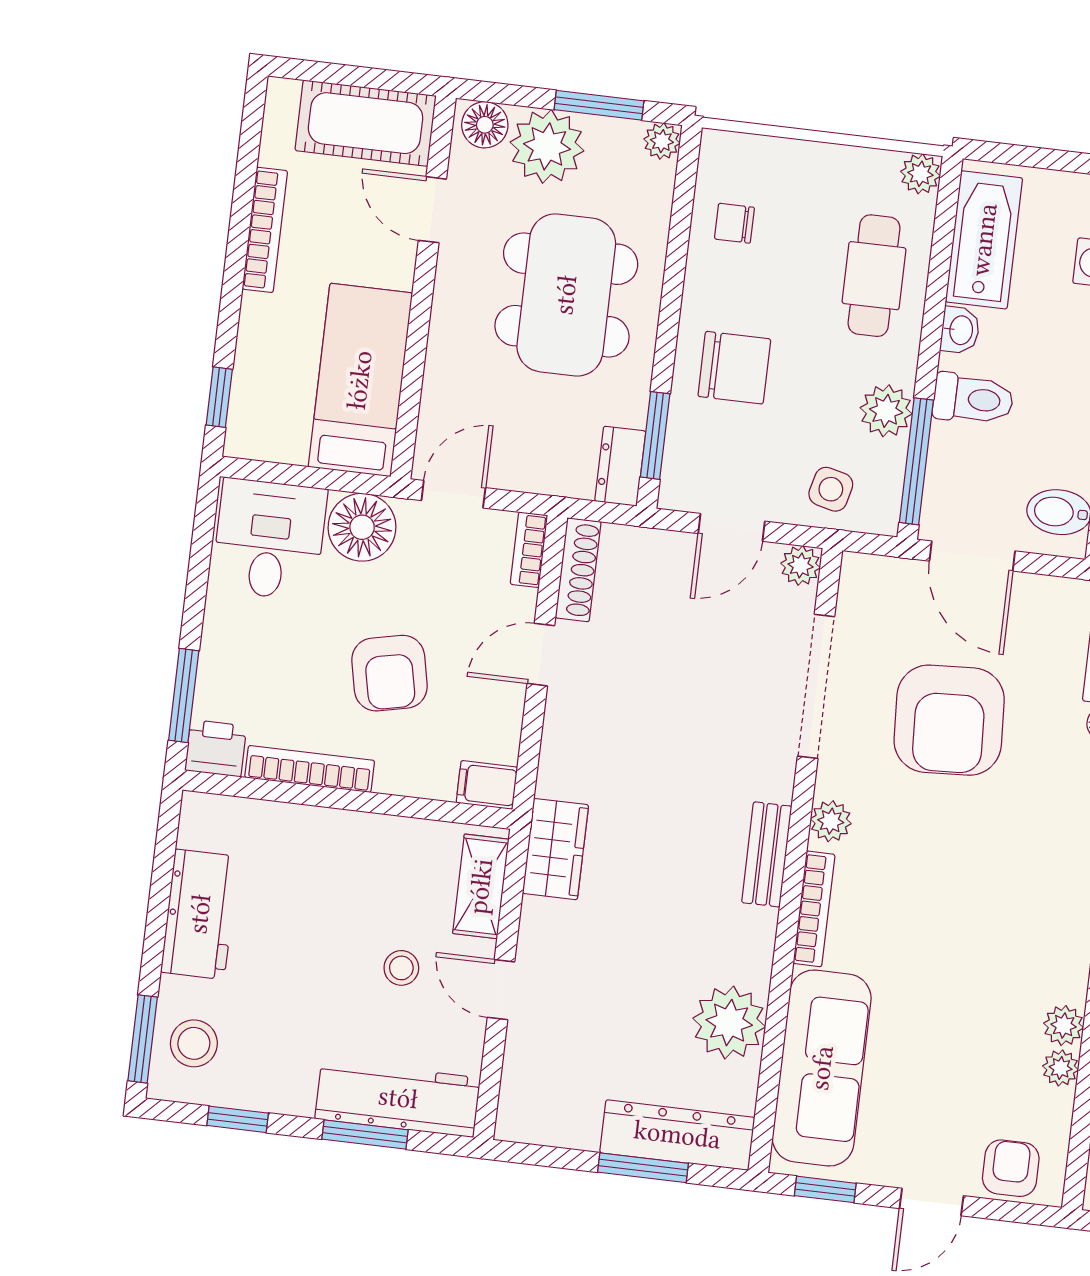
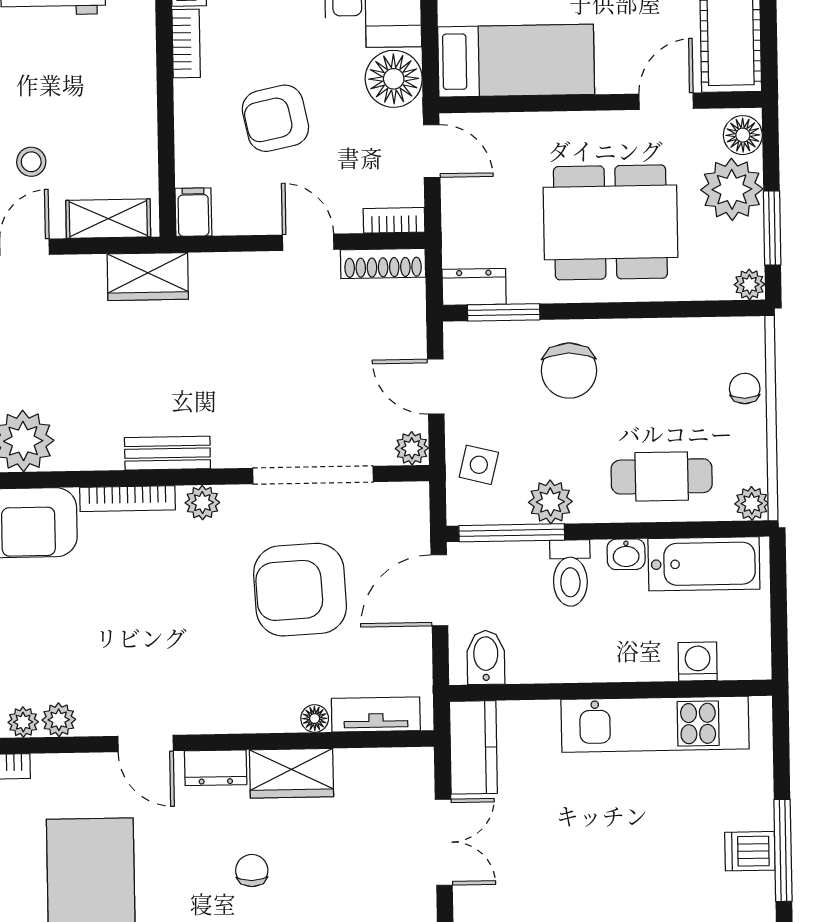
chair: (734, 223) -> (745, 389), moved
bookcase: (310, 769) -> (186, 44), width x0.64

